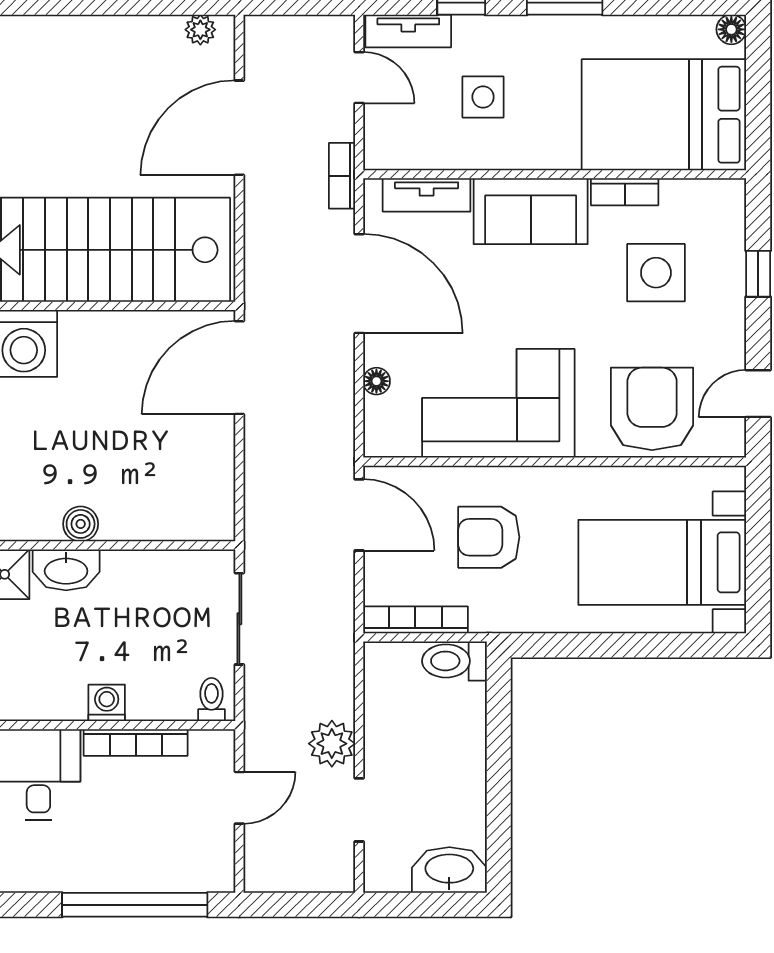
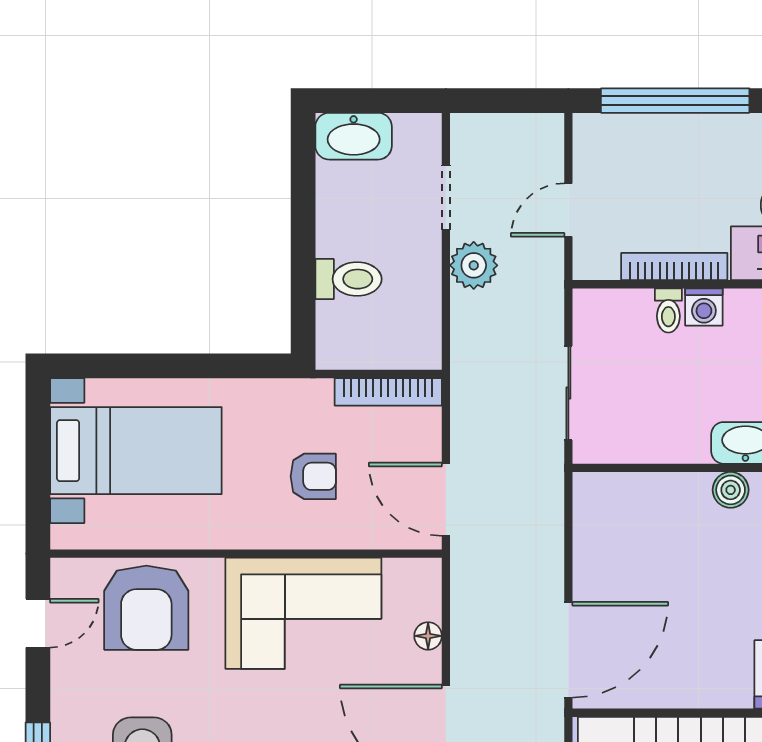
armchair: (489, 537) -> (313, 476), width x0.72, depth x0.72
toilet: (454, 661) -> (348, 279), moved
toilet: (211, 699) -> (668, 310), moved

